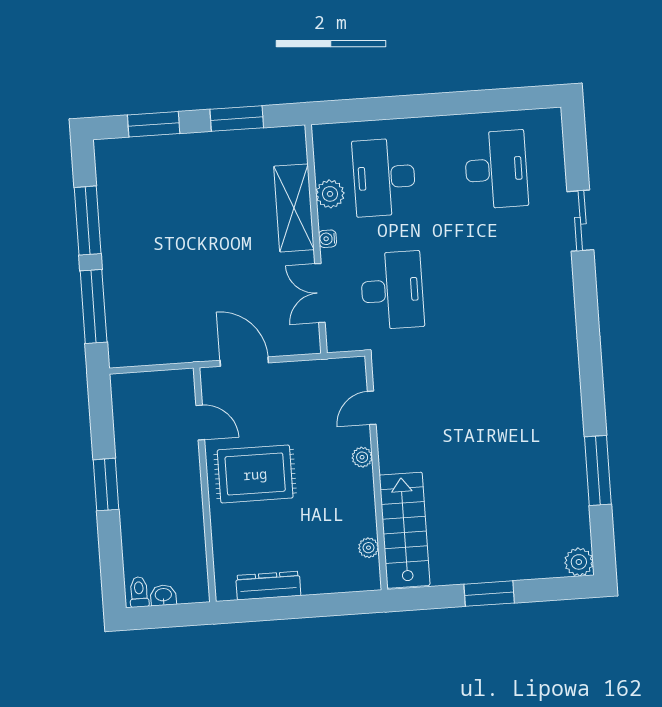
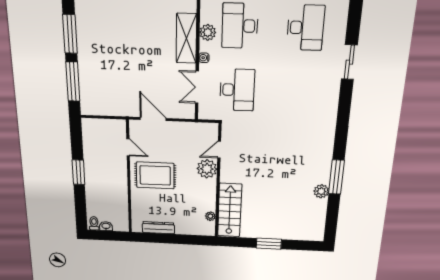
plant: (362, 457) -> (207, 169), width x1.88, depth x1.88
window: (598, 471) -> (336, 177), moved
plant: (579, 562) -> (321, 191), moved

